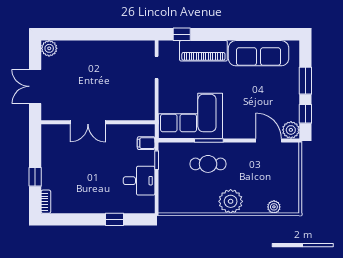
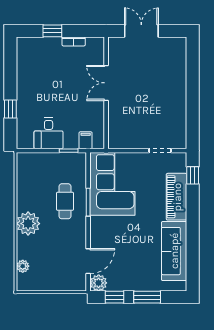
plant: (49, 48) -> (179, 45), removed
bookcase: (46, 202) -> (74, 41), moved

